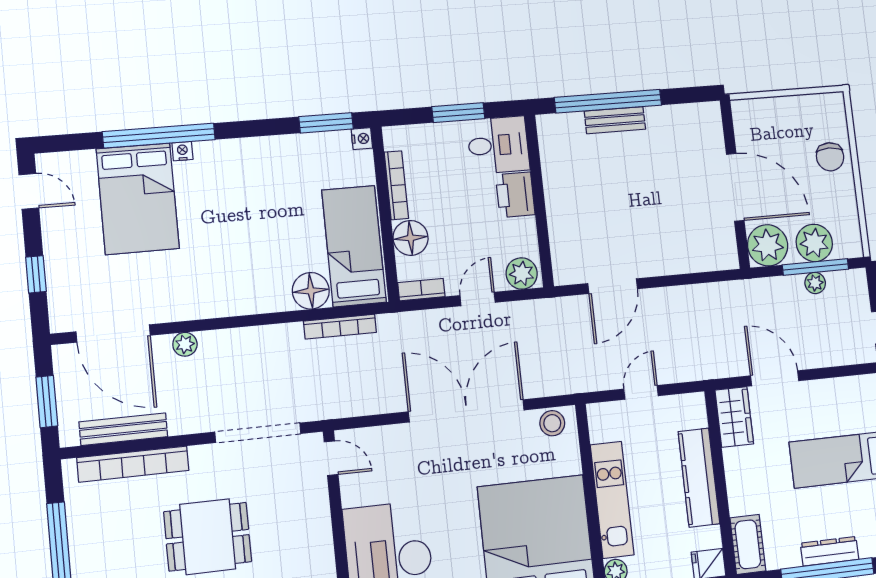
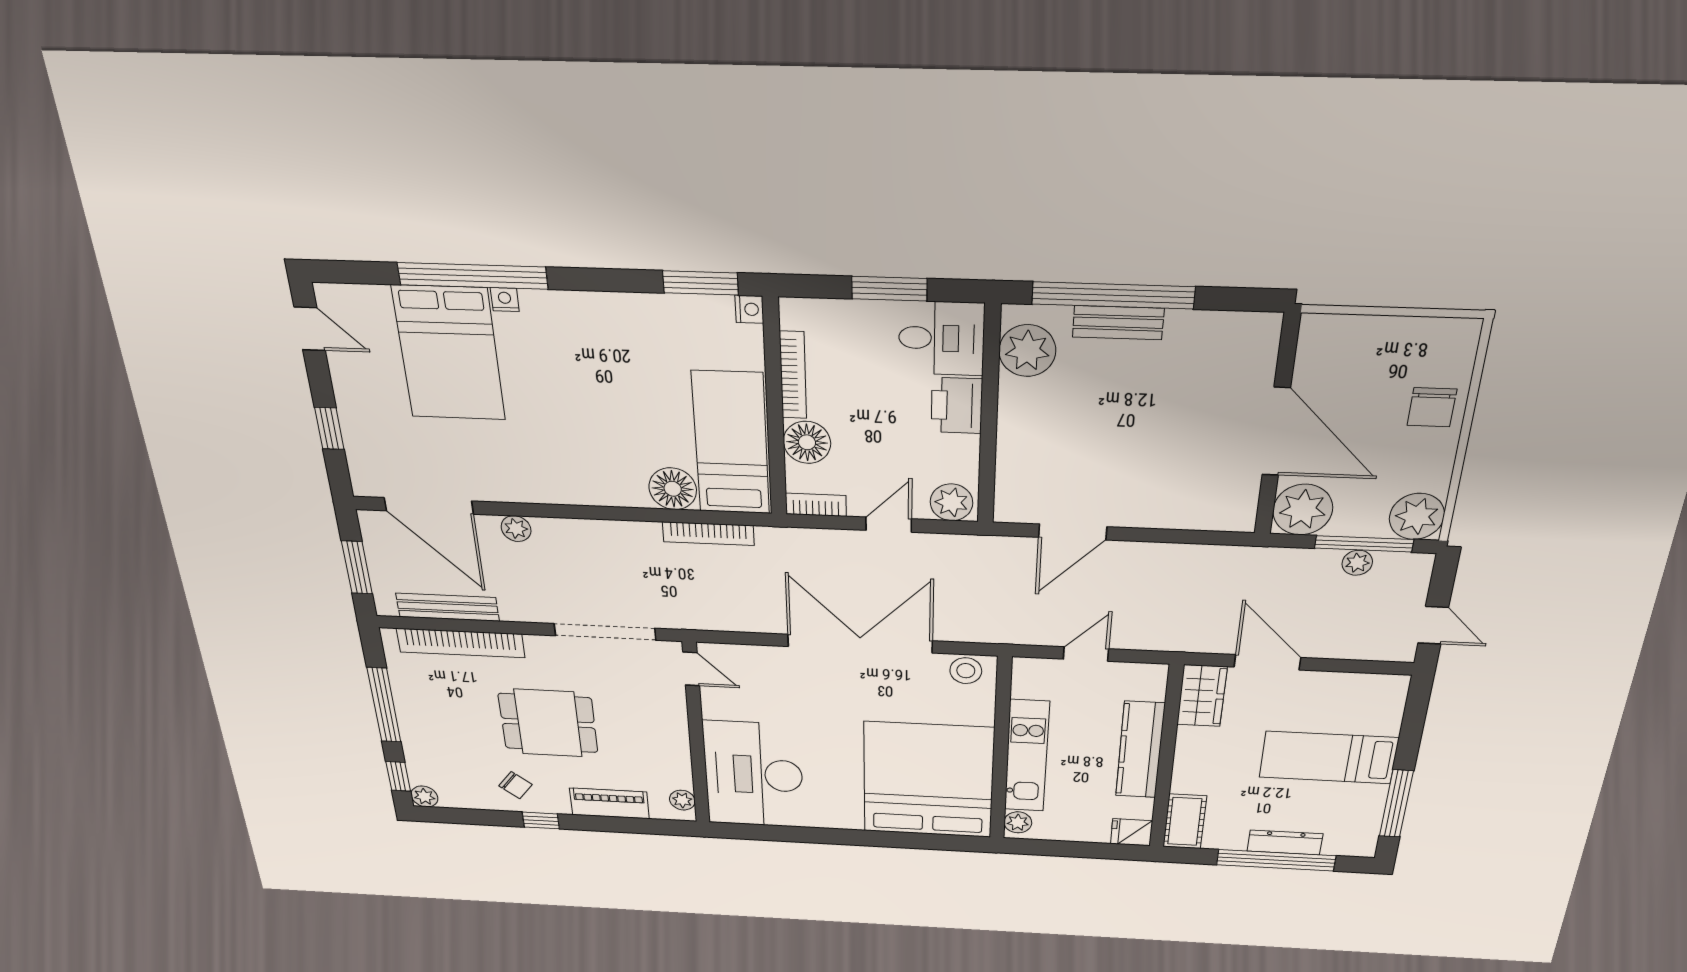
plant: (558, 147) -> (1027, 351), added
plant: (814, 243) -> (1417, 516), moved

